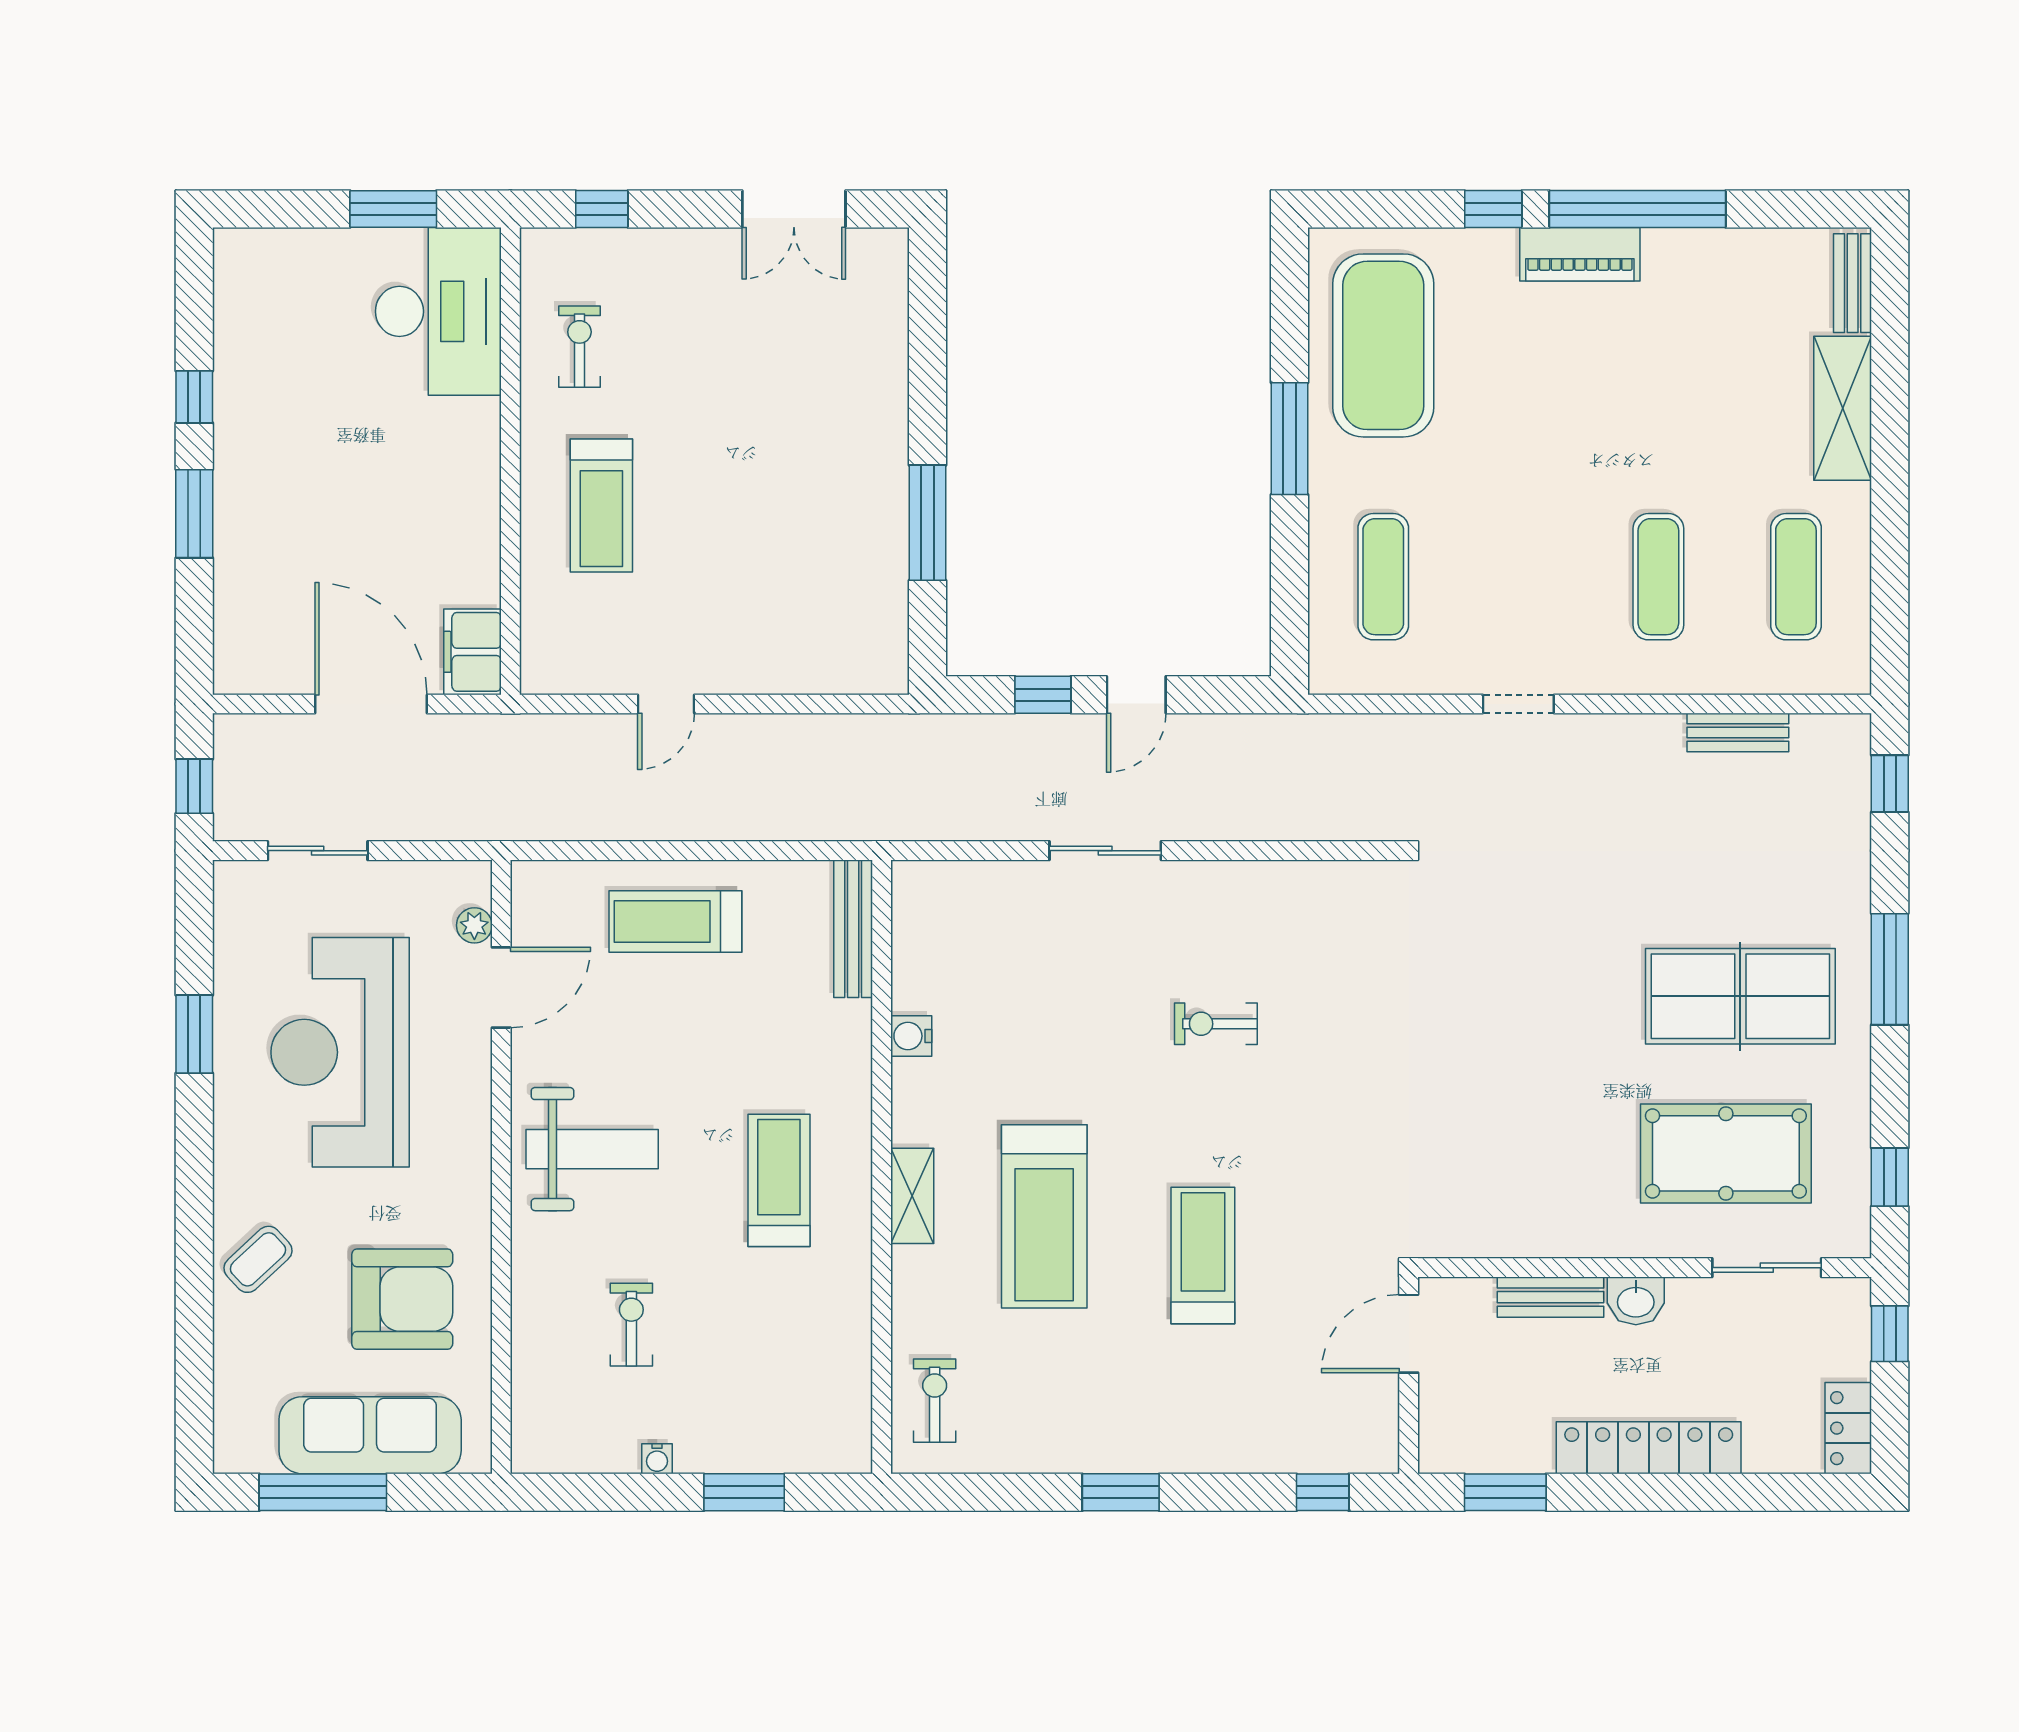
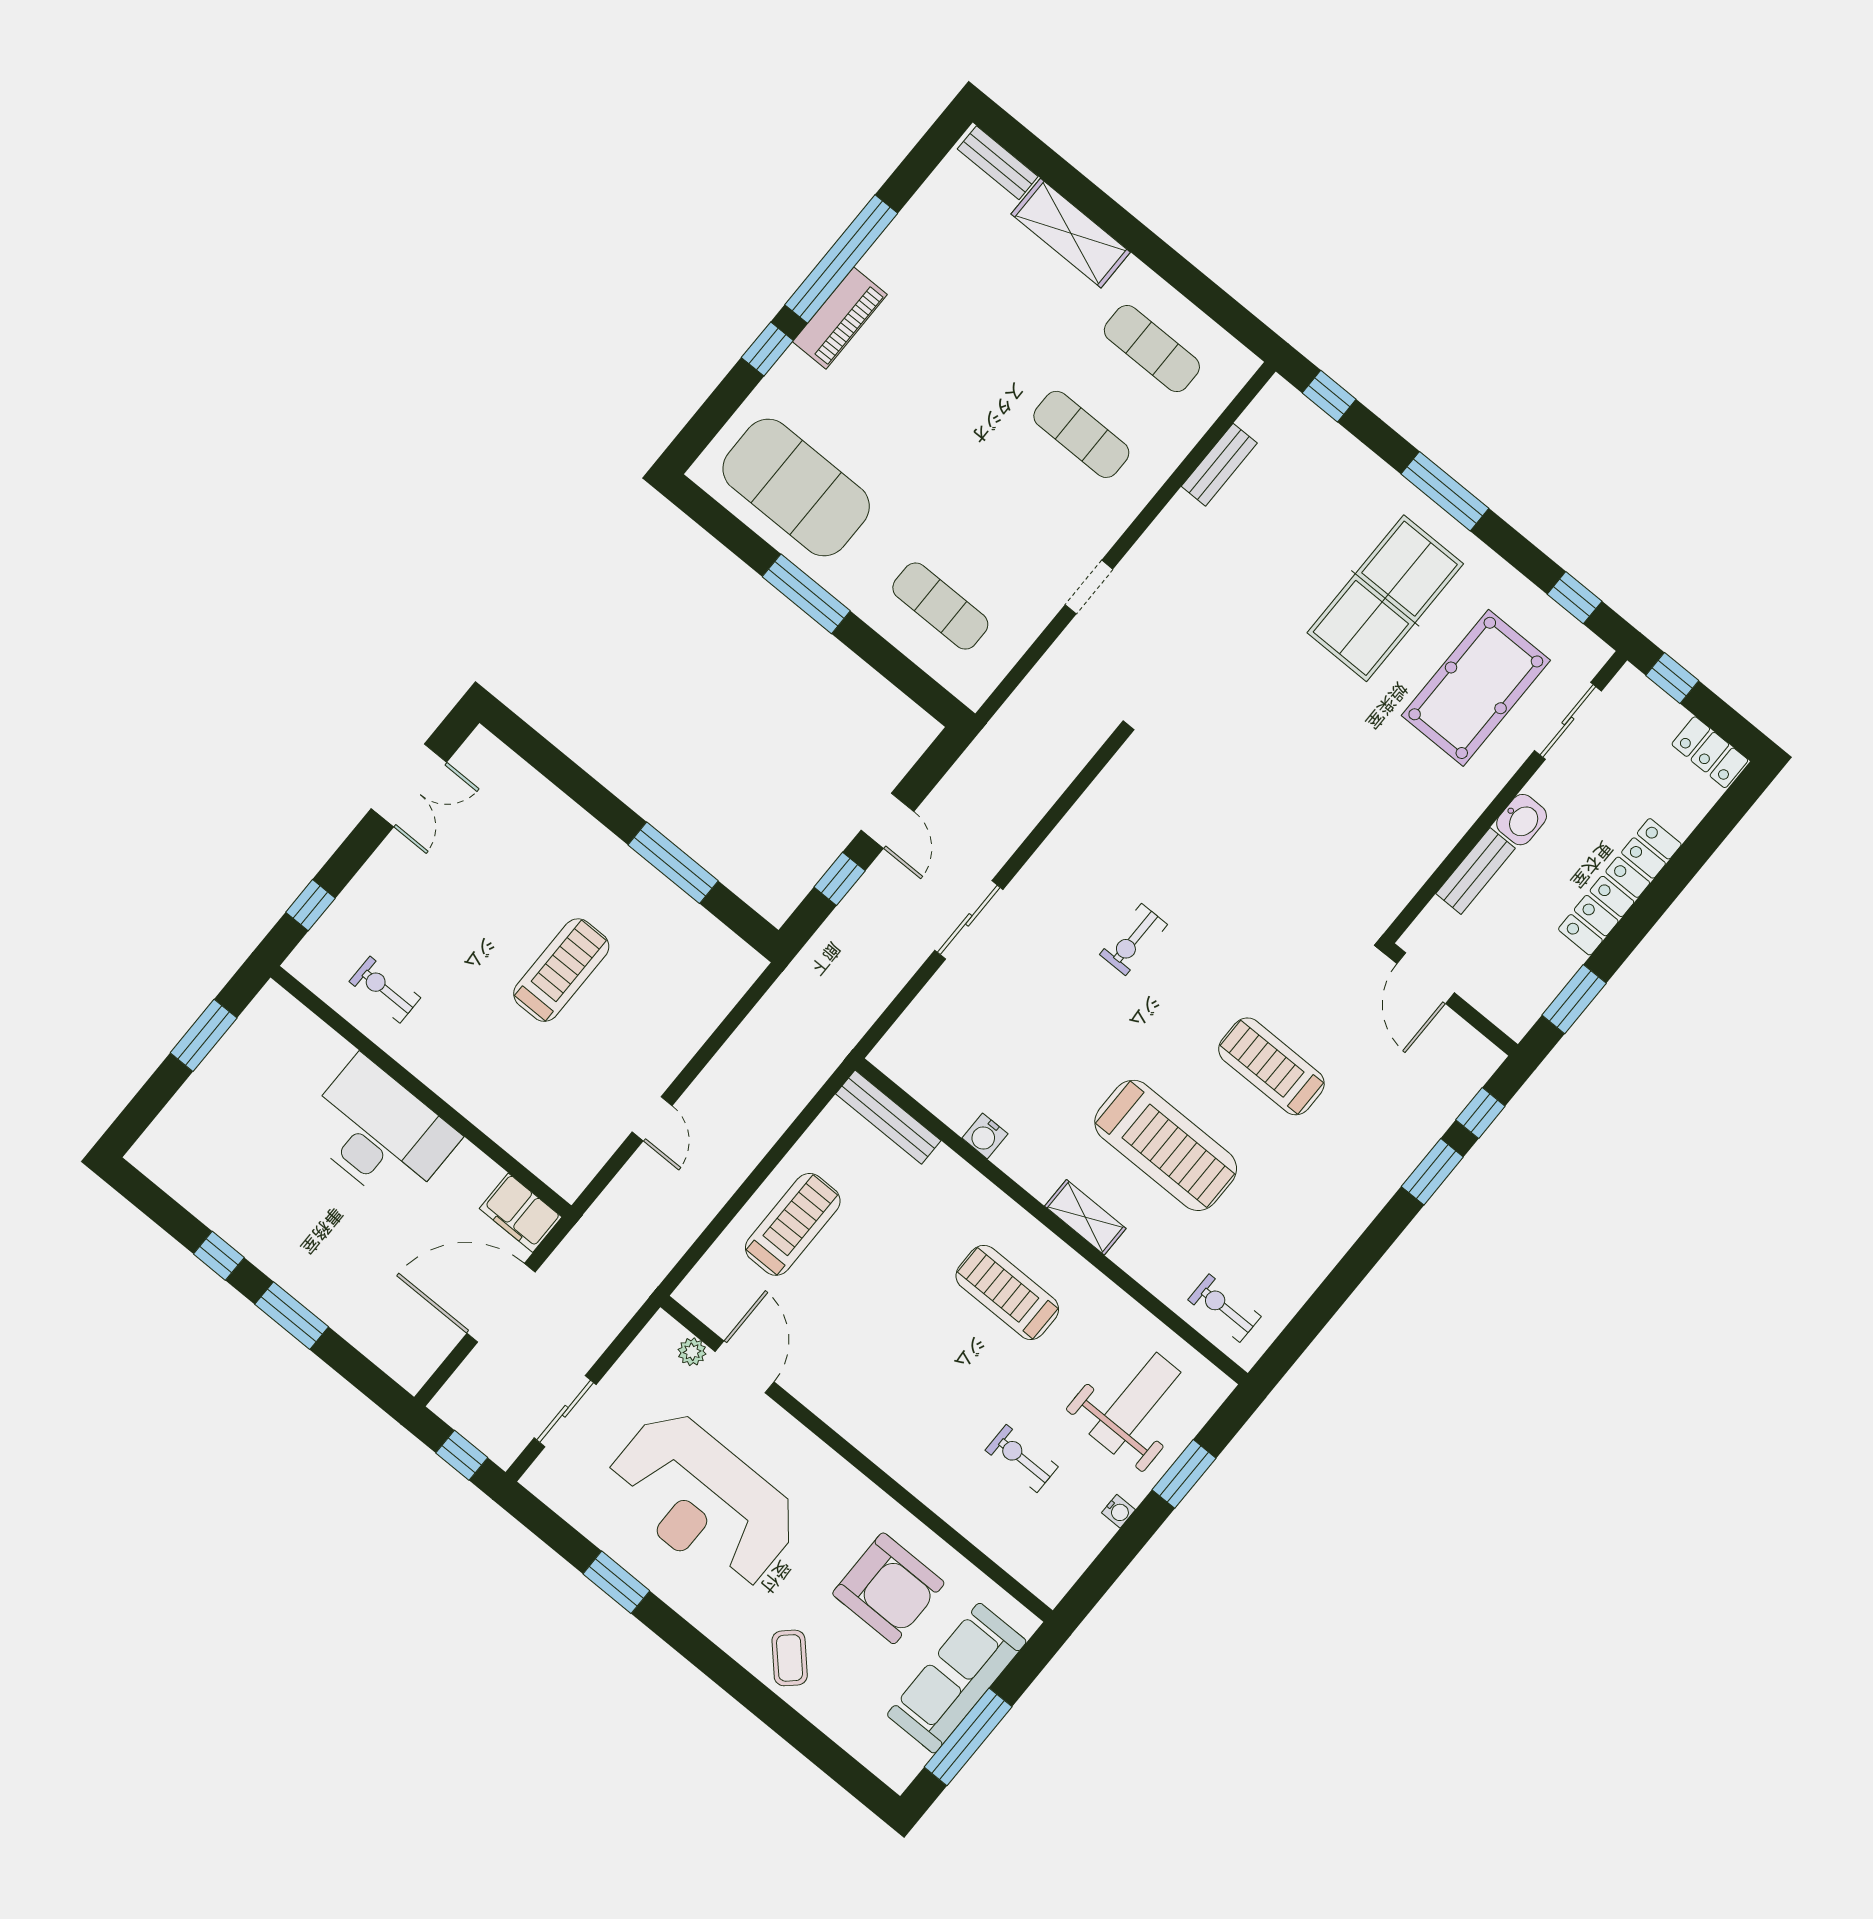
desk: (438, 311) -> (379, 1133), moved
treadmill: (601, 505) -> (561, 970), moved, turned -90
treadmill: (675, 922) -> (793, 1224), turned 180
weight bench: (592, 1149) -> (1135, 1403), moved
armchair: (402, 1299) -> (888, 1588), turned 90
window: (1121, 1492) -> (1432, 1172), moved

